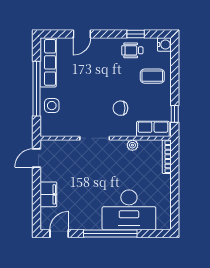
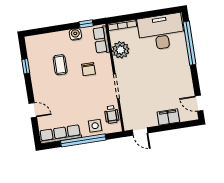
water cooler: (164, 44) -> (75, 34), moved
wheelchair: (132, 50) -> (112, 114), moved
coffee table: (152, 76) -> (60, 65), moved
plant: (132, 145) -> (121, 50), width x1.87, depth x1.87
desk: (129, 210) -> (161, 32), moved, turned -90
window: (110, 234) -> (190, 43), moved

